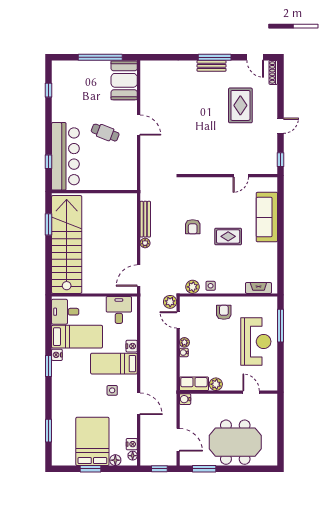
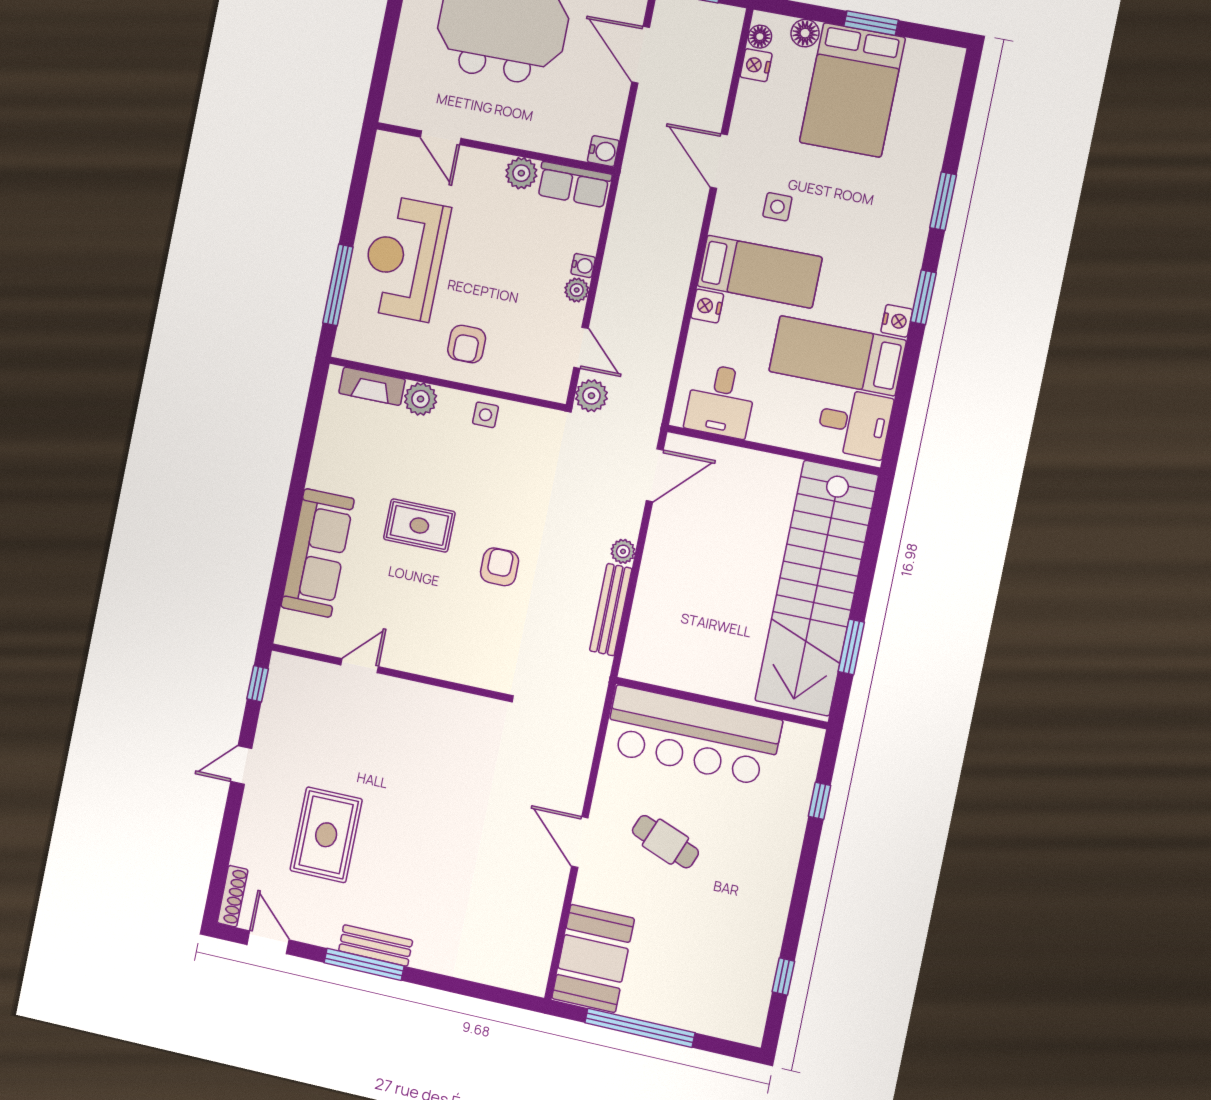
bar counter: (65, 156) -> (693, 736), moved, turned -90
plant: (193, 287) -> (421, 399), moved
window: (49, 431) -> (943, 201), moved

